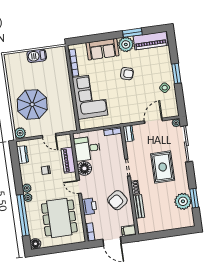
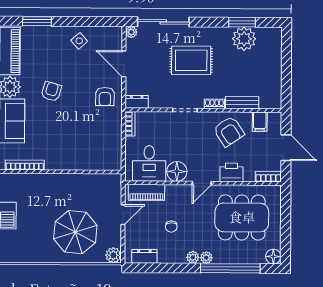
window: (176, 73) -> (37, 21), moved
corner sofa: (90, 96) -> (76, 149), removed
armchair: (129, 111) -> (105, 96), added
piano: (68, 160) -> (146, 192), moved
filing cabinet: (129, 231) -> (260, 122), moved
door: (112, 241) -> (286, 148), hinge flipped

